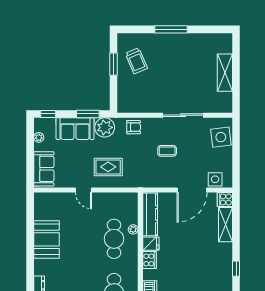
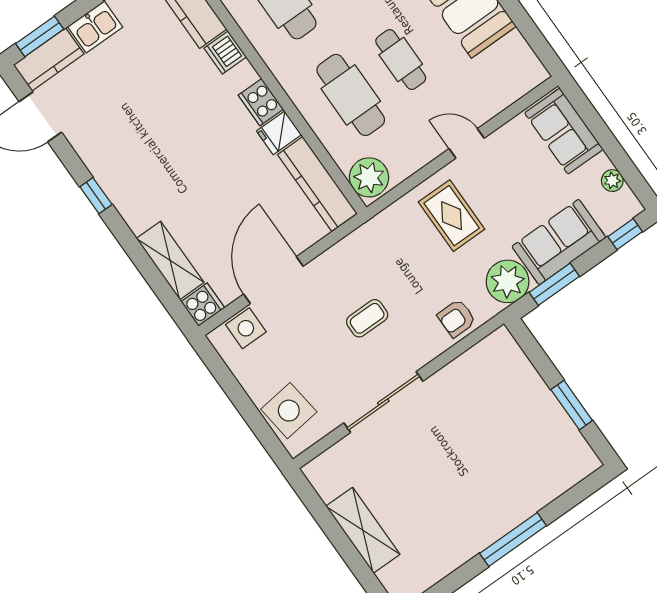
trolley: (136, 61) -> (535, 440), removed
rug: (108, 167) -> (452, 216), turned 90
plant: (133, 229) -> (369, 177), moved, width x1.88, depth x1.88
cafe table: (86, 239) -> (401, 60), added

